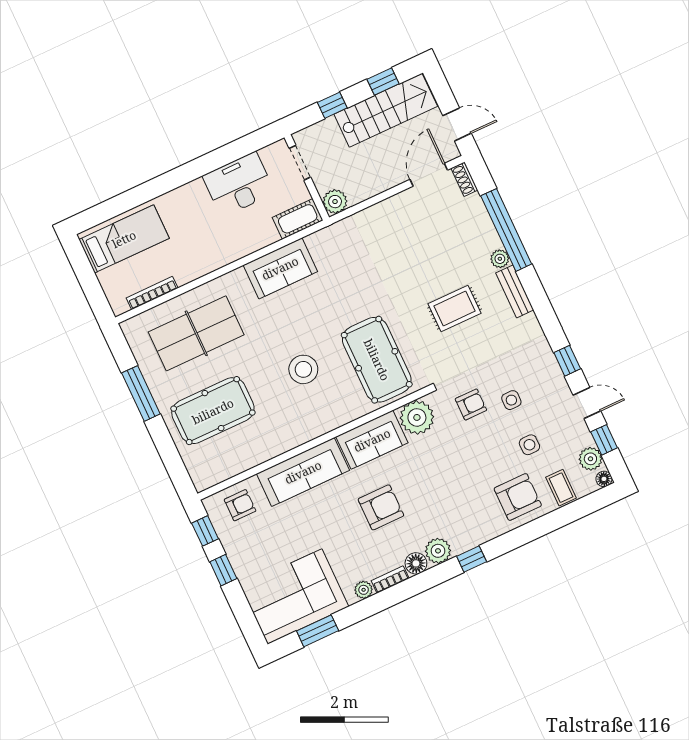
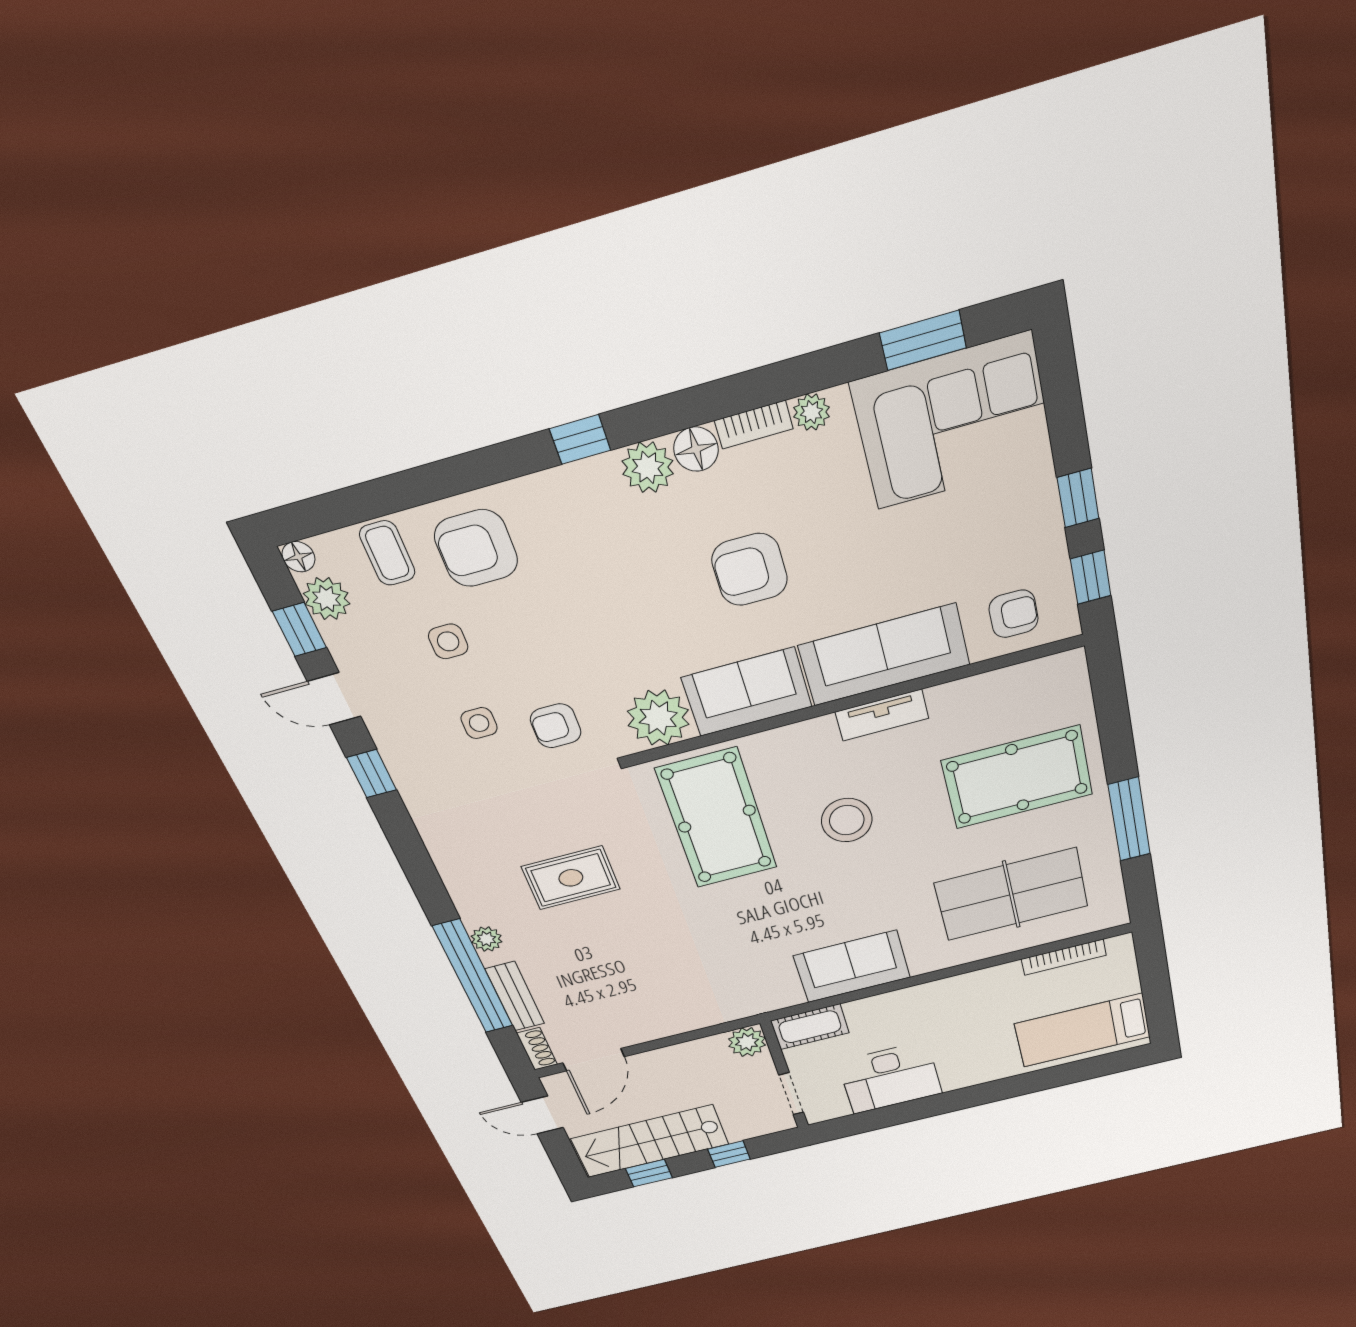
bench: (515, 291) -> (515, 996), moved
tv unit: (297, 437) -> (882, 715), added
armchair: (240, 505) -> (1014, 614), turned 180

